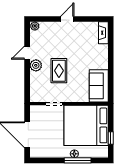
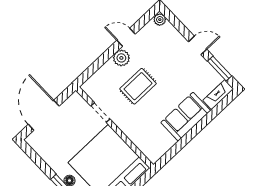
window: (90, 19) -> (220, 68), added
sofa: (99, 86) -> (186, 117), moved

